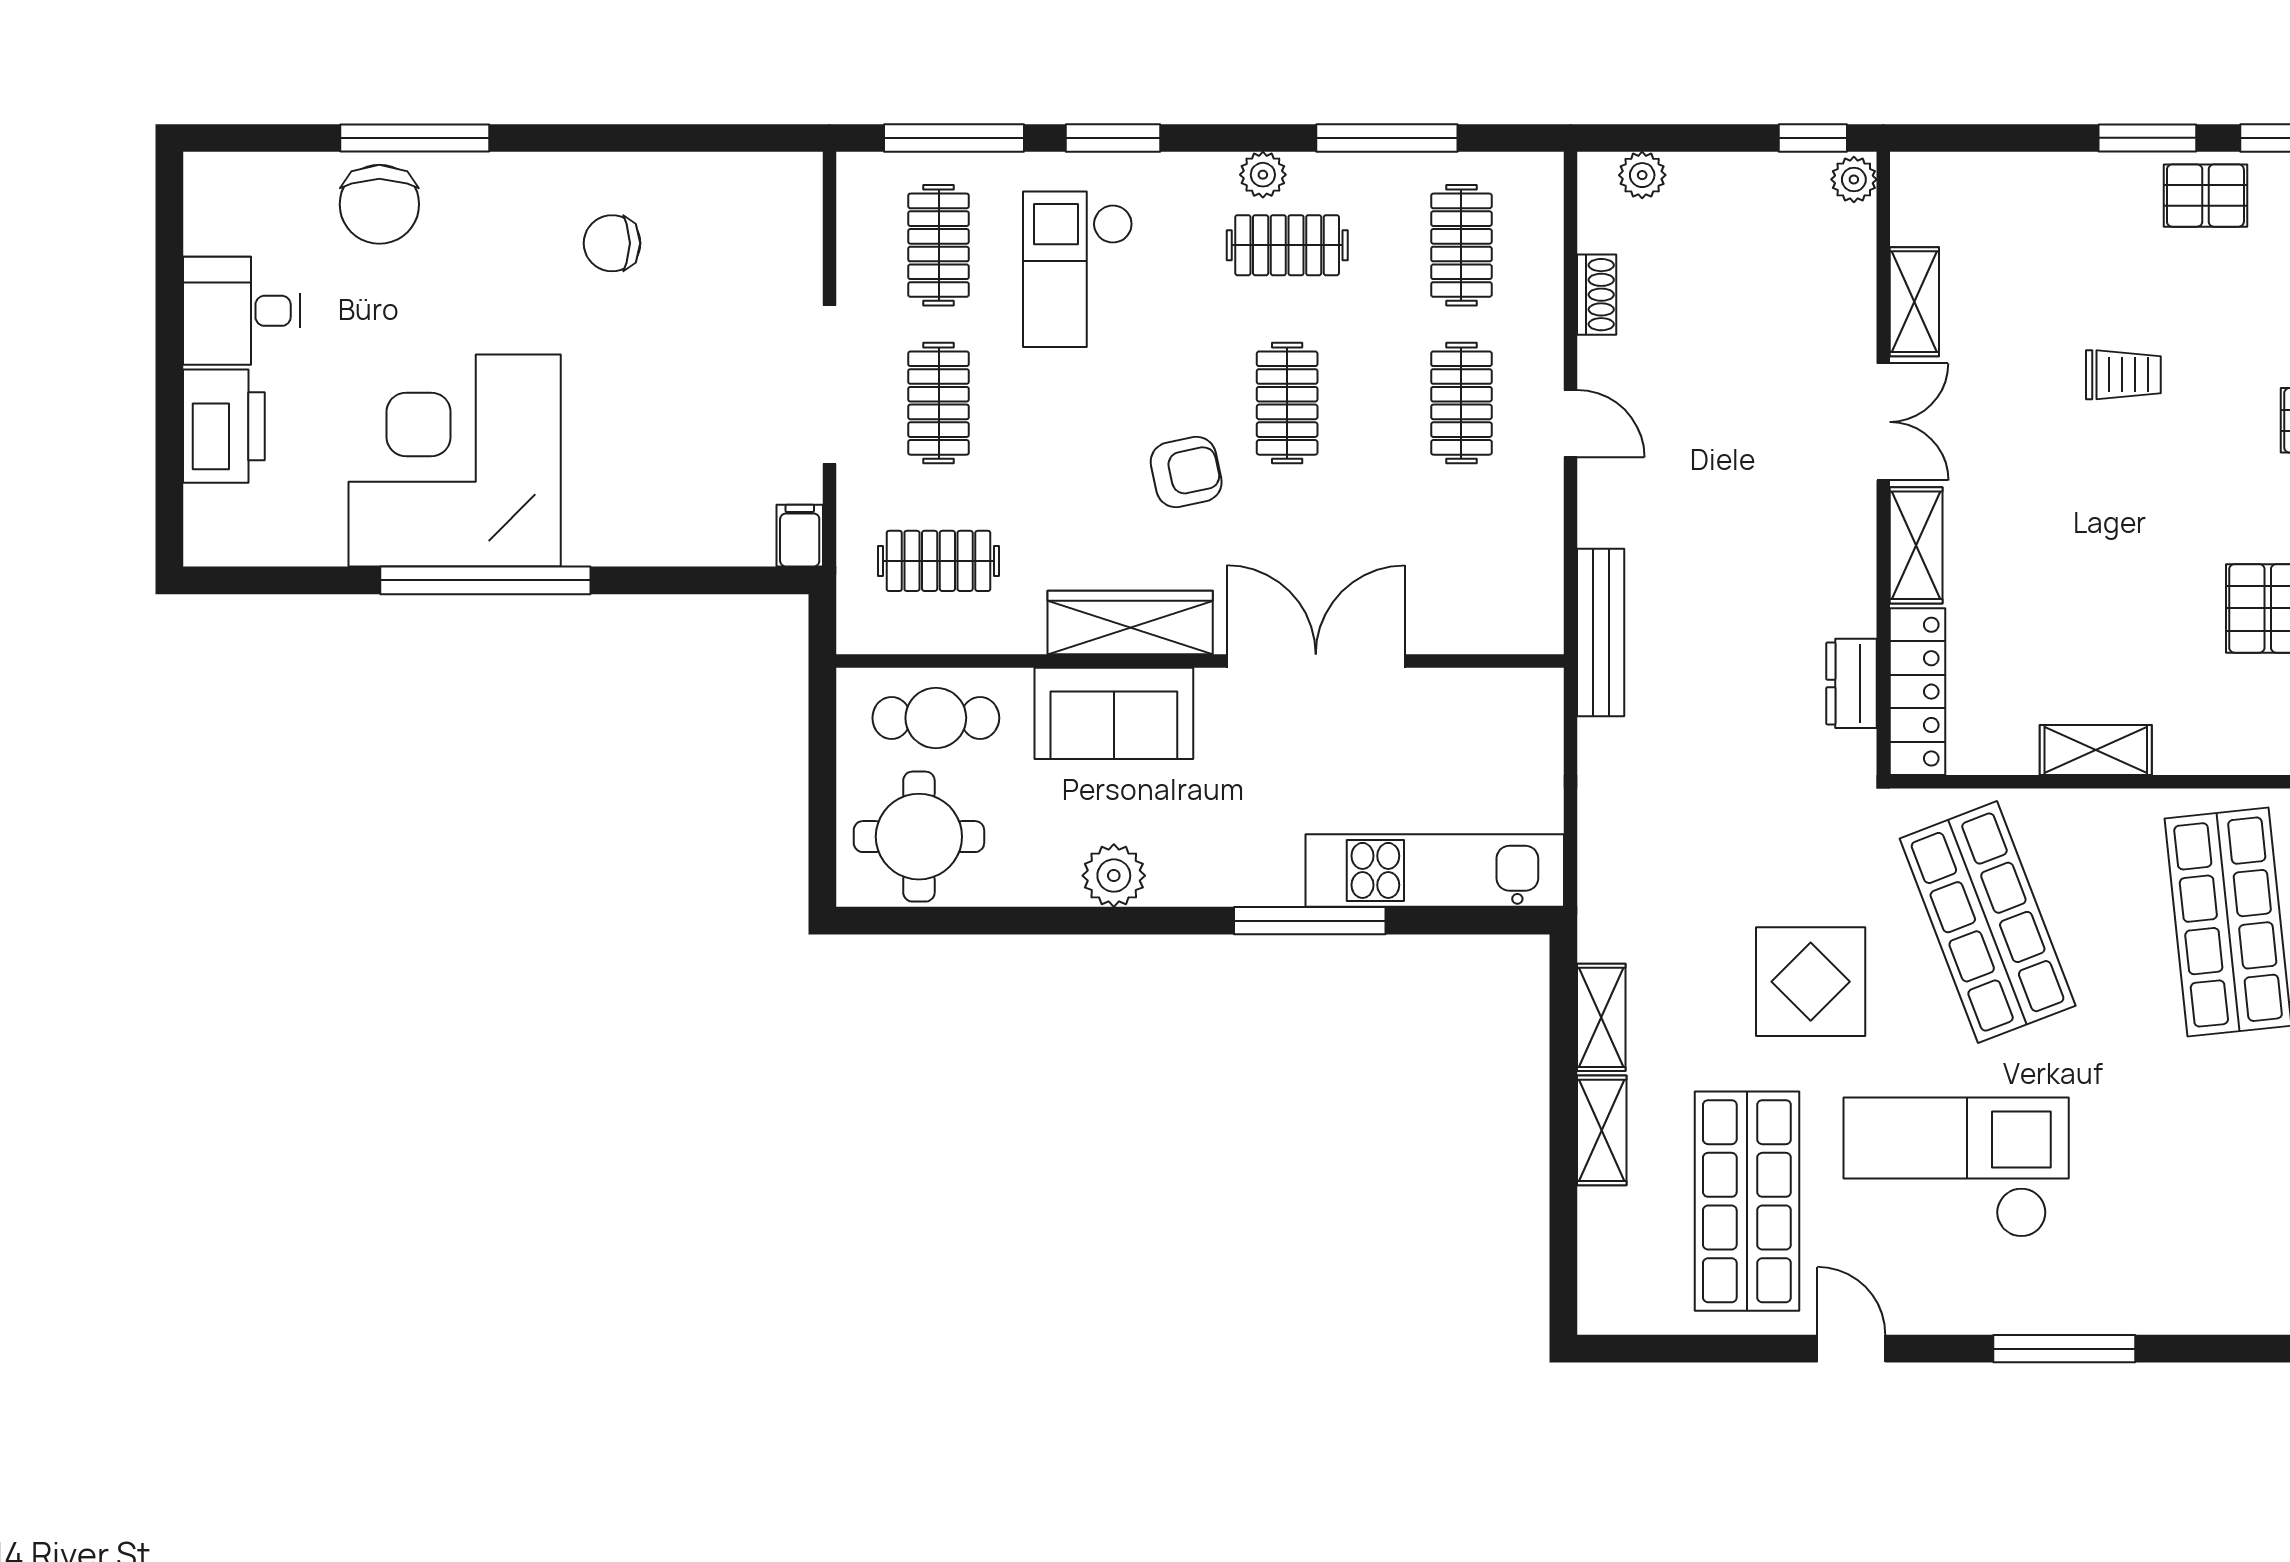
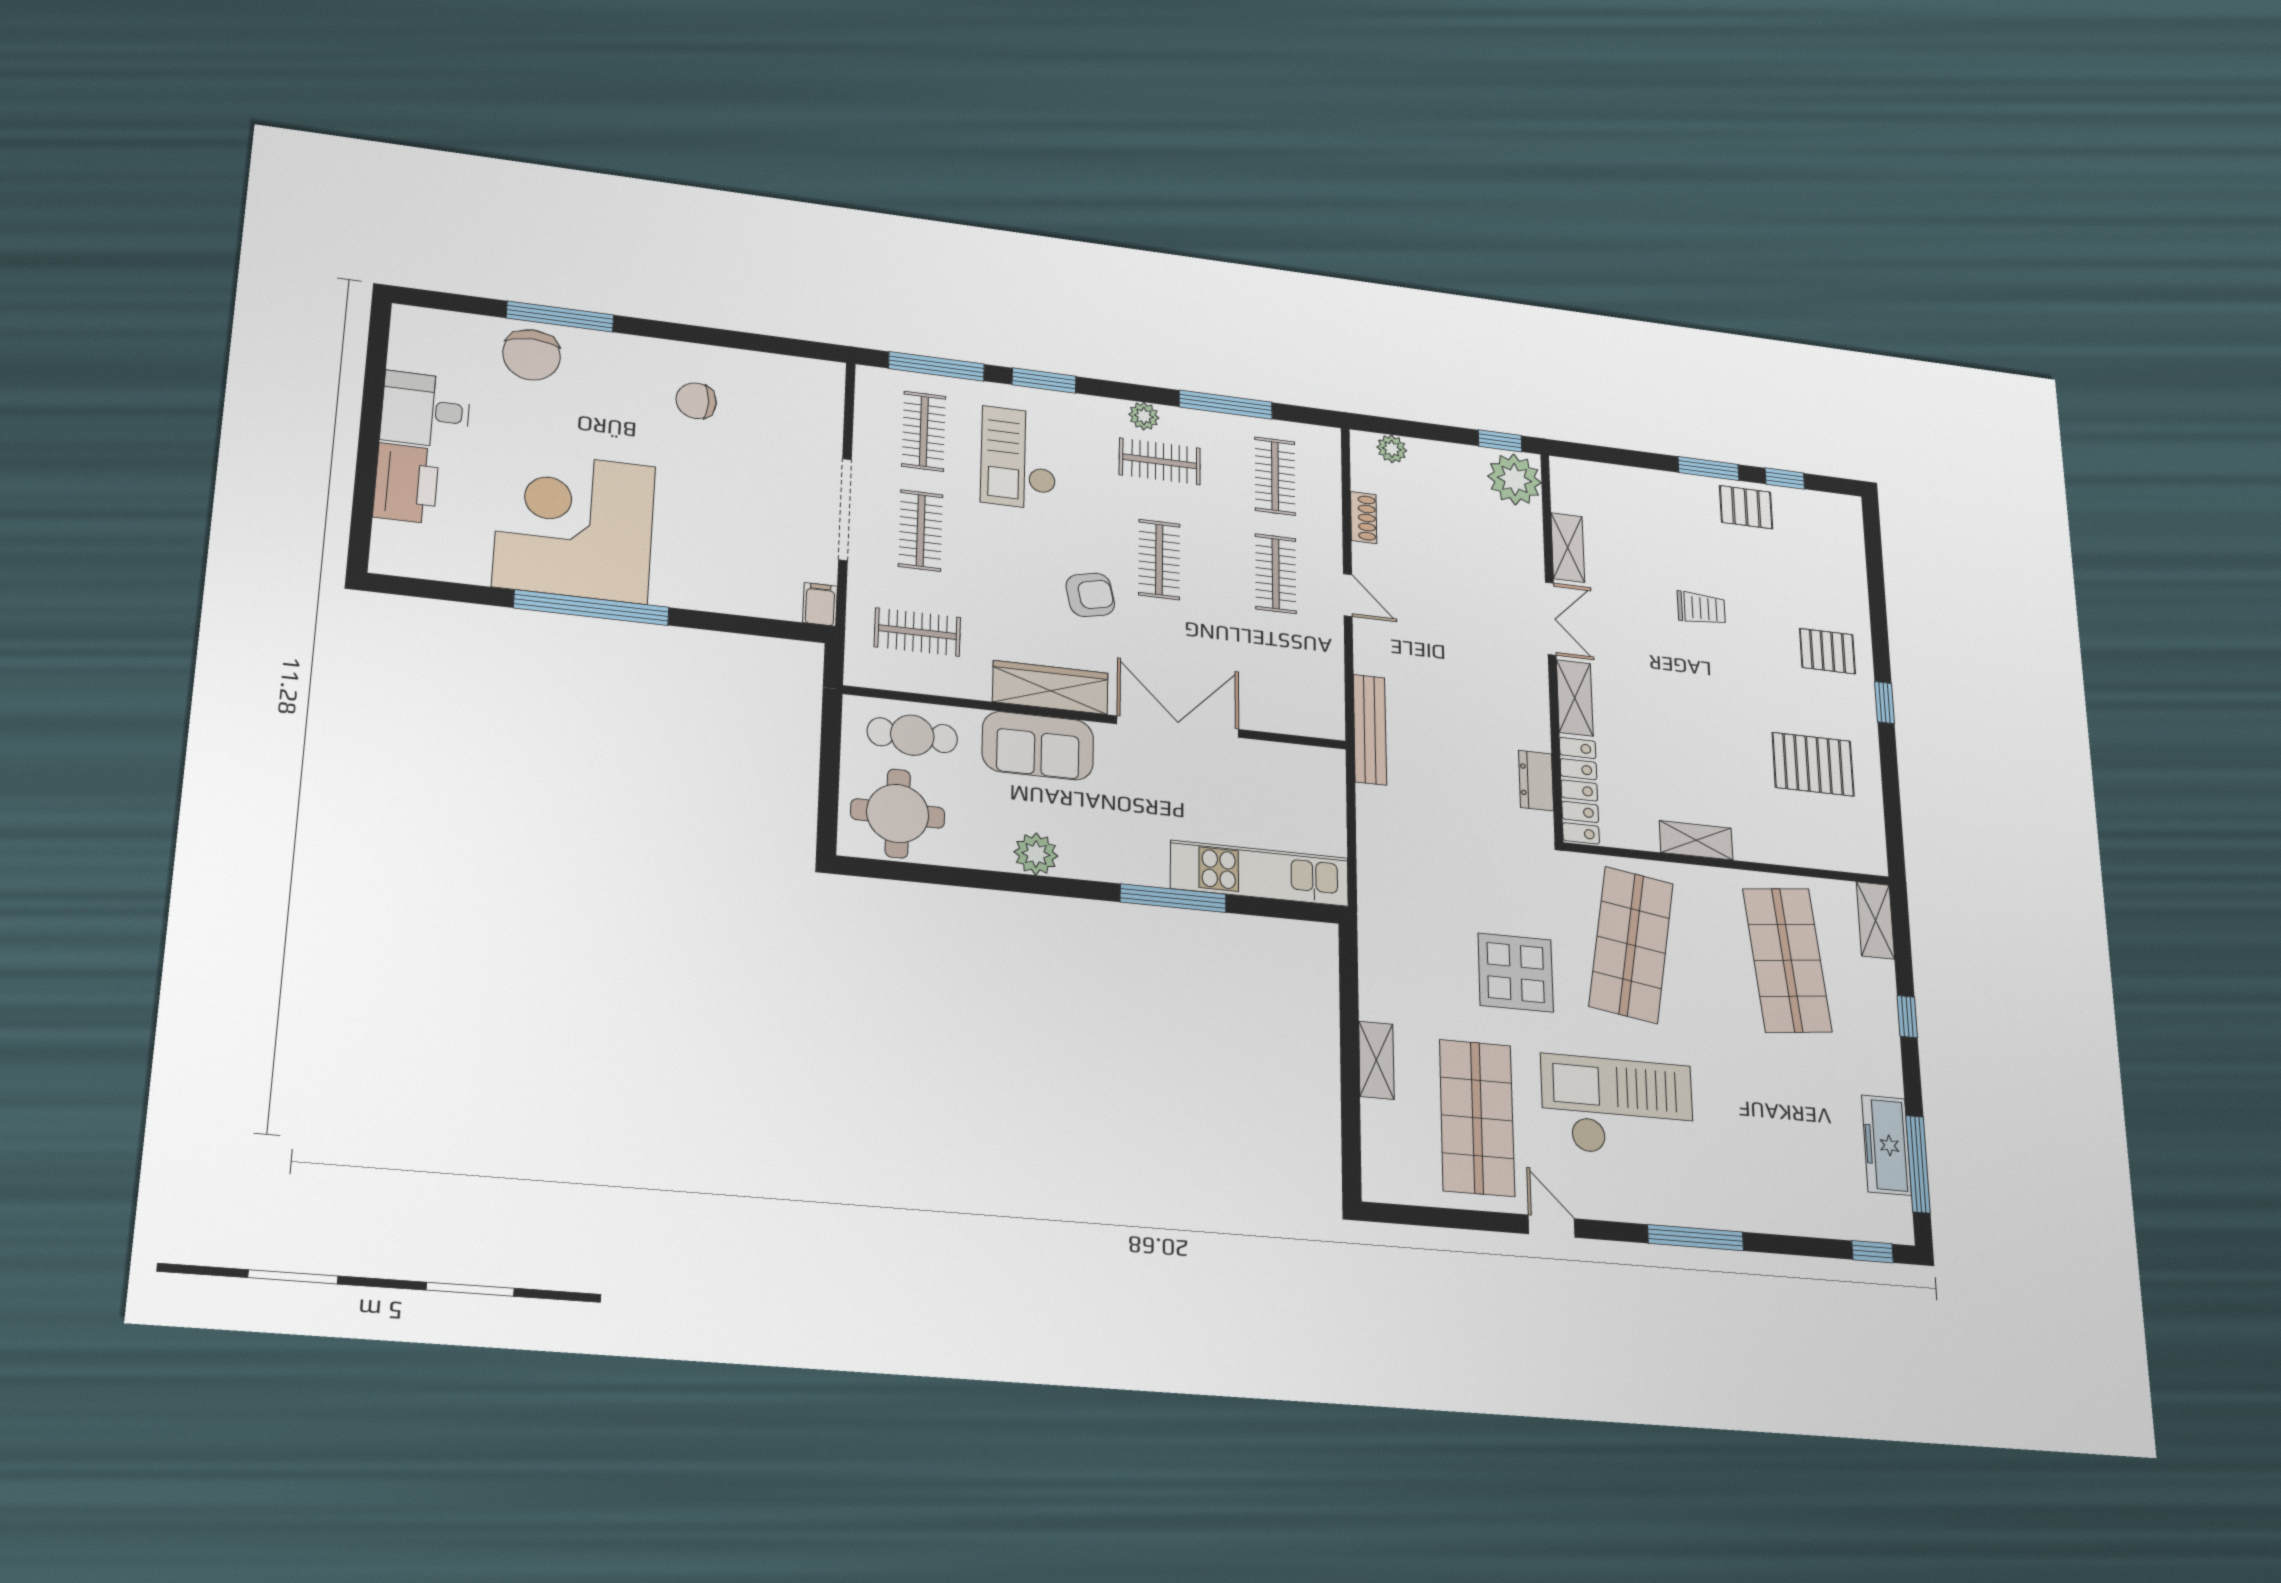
plant: (1854, 179) -> (1515, 479), width x1.87, depth x1.87
shop shelf: (1988, 922) -> (1631, 945), turned 30
shelving: (1601, 1017) -> (1375, 983), removed

